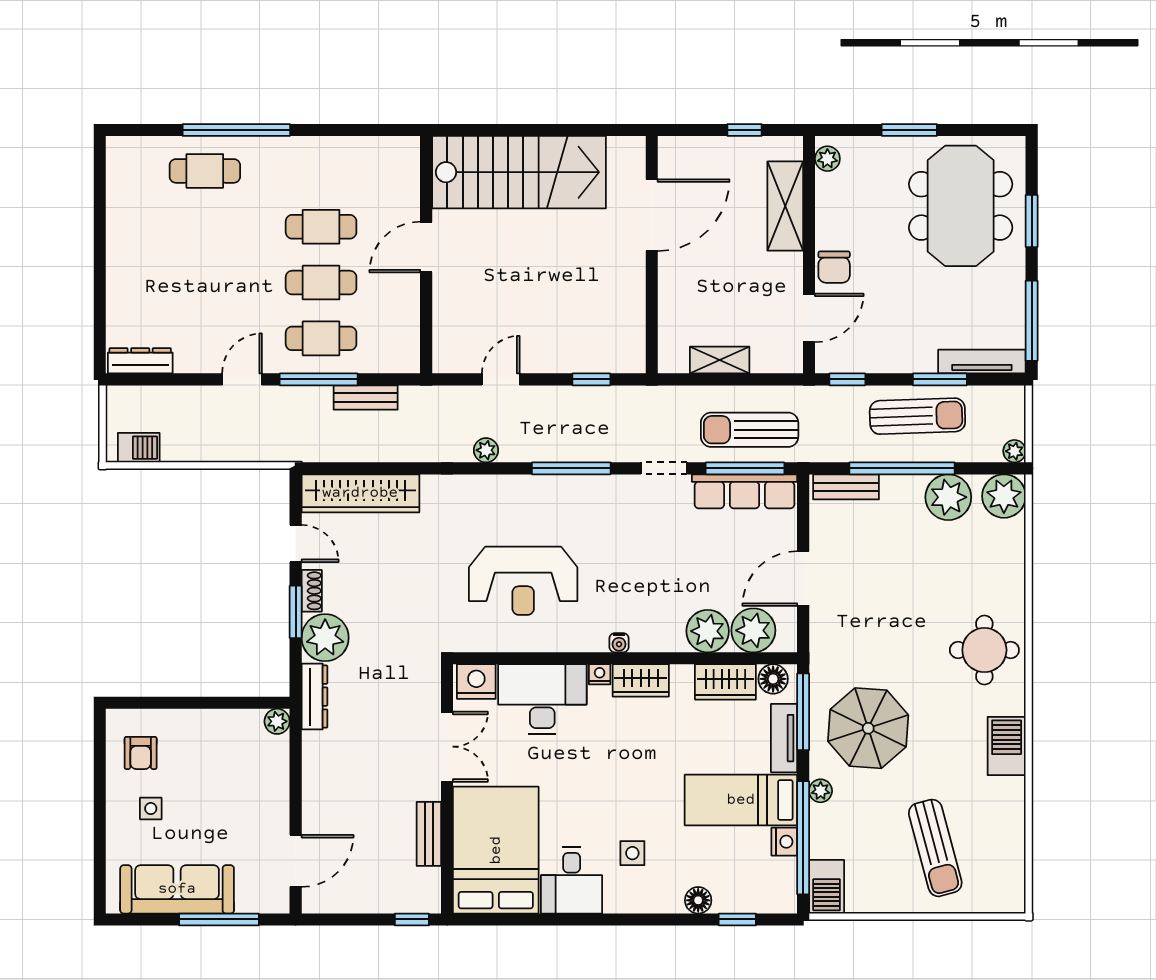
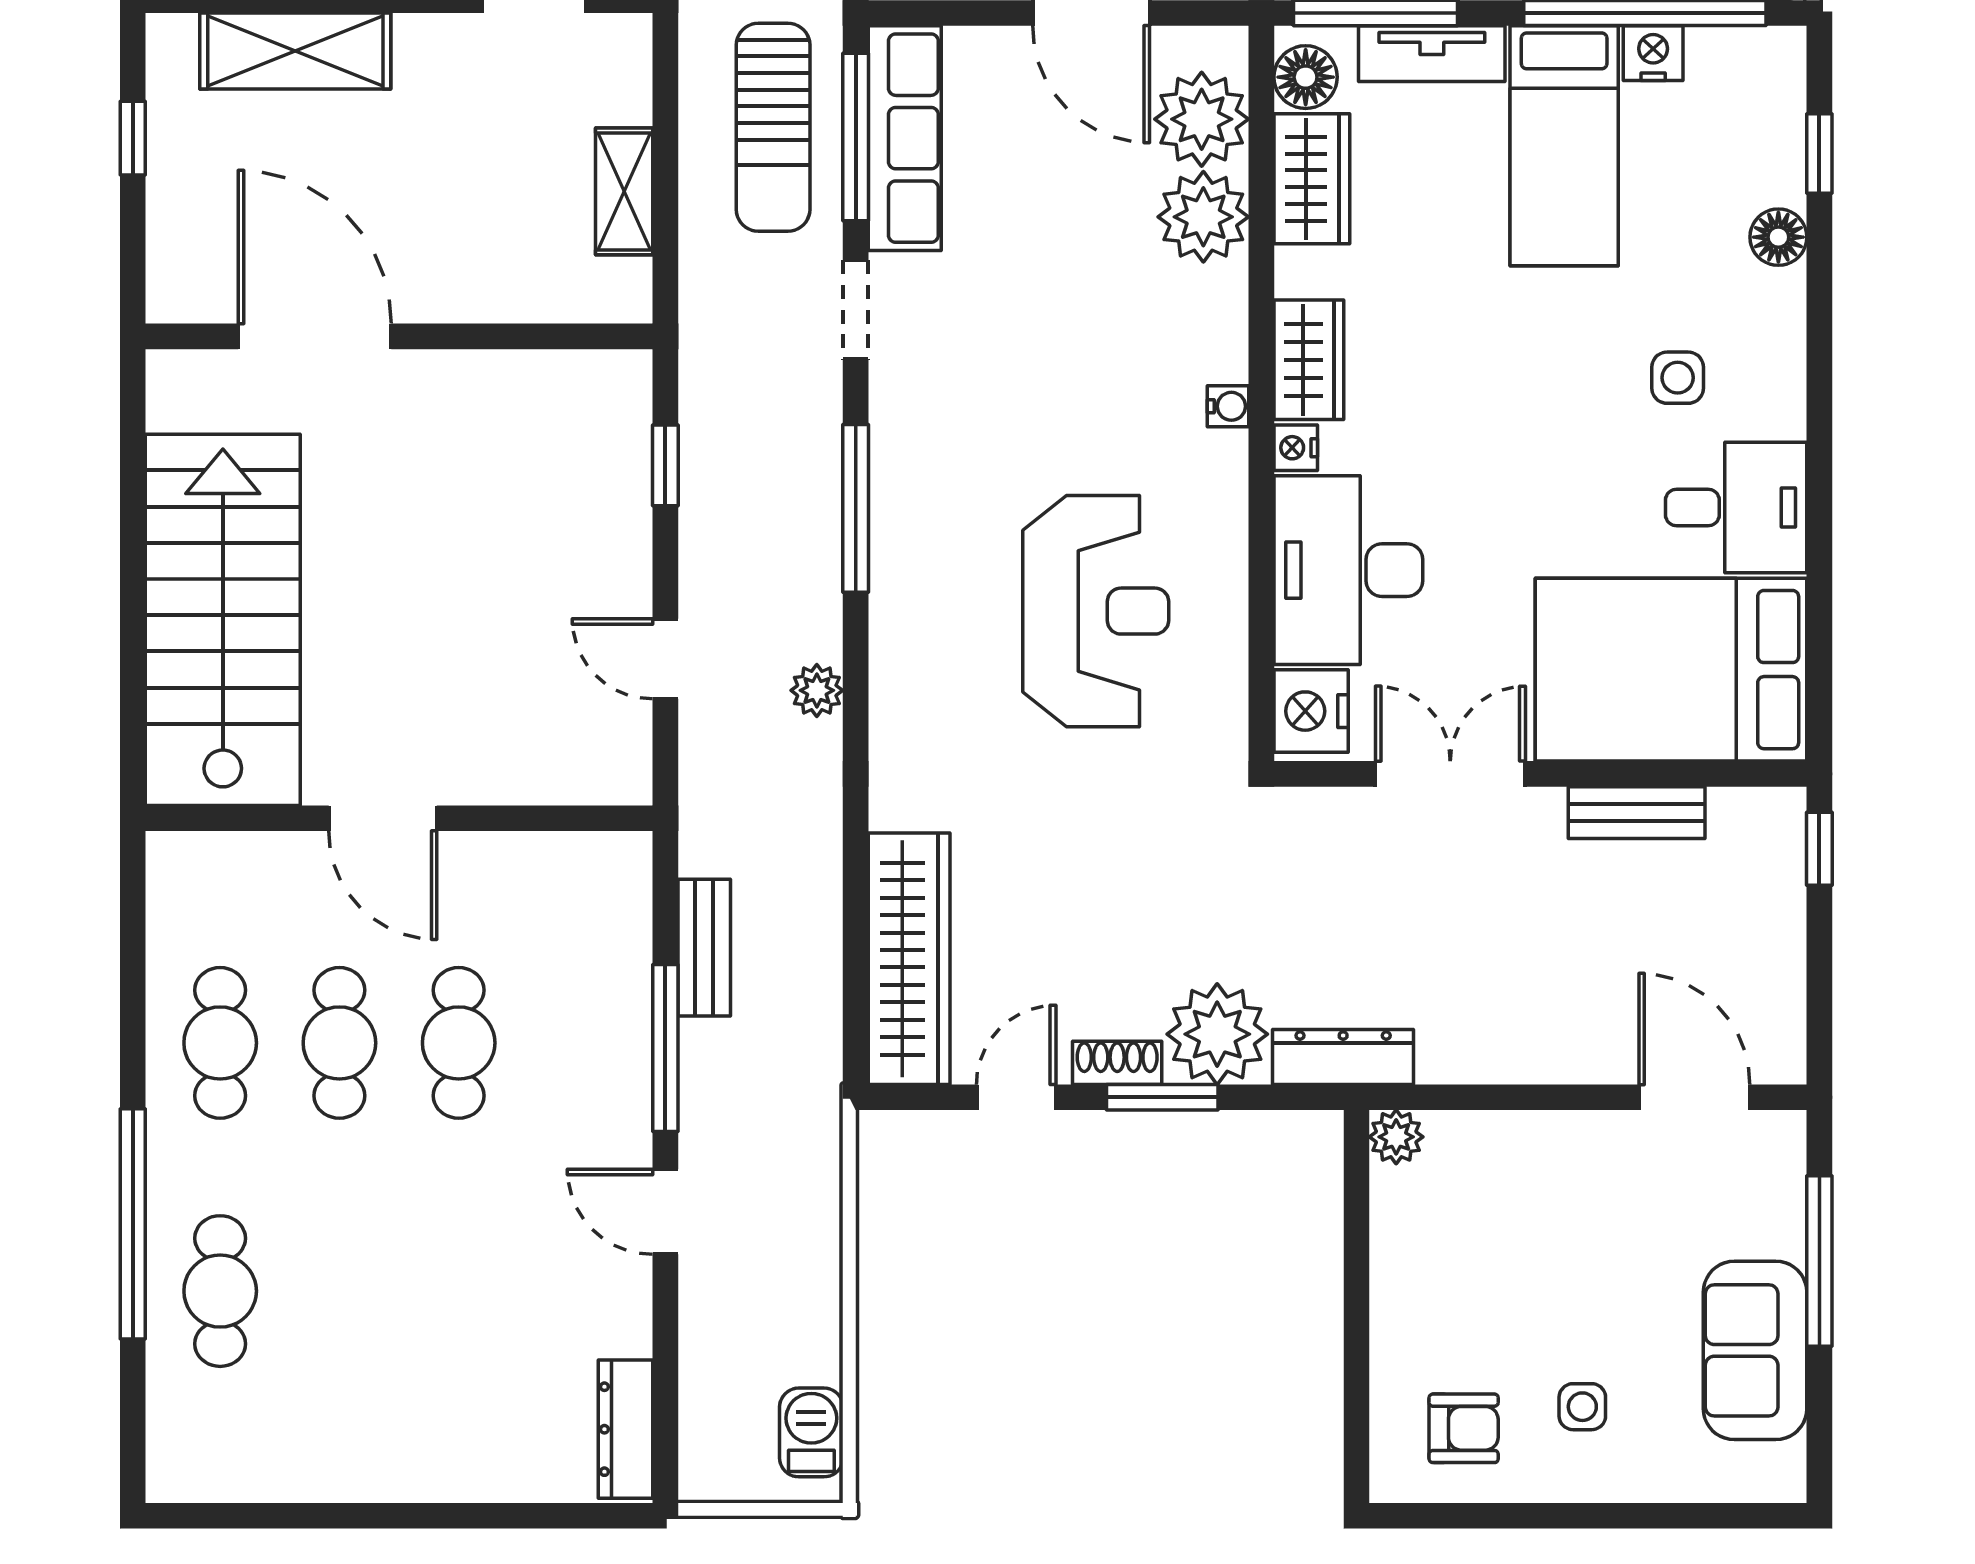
cafe table: (321, 338) -> (220, 1043), moved
sofa: (177, 889) -> (1755, 1350), width x0.73

